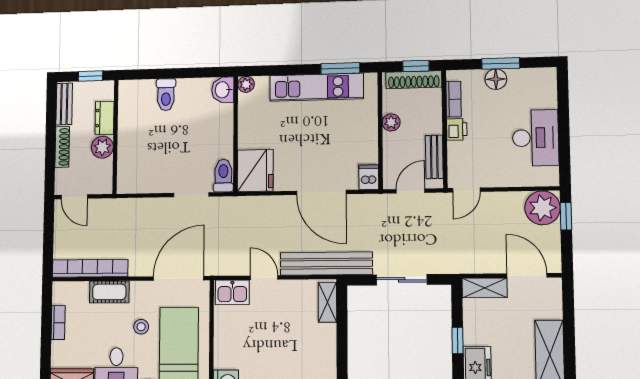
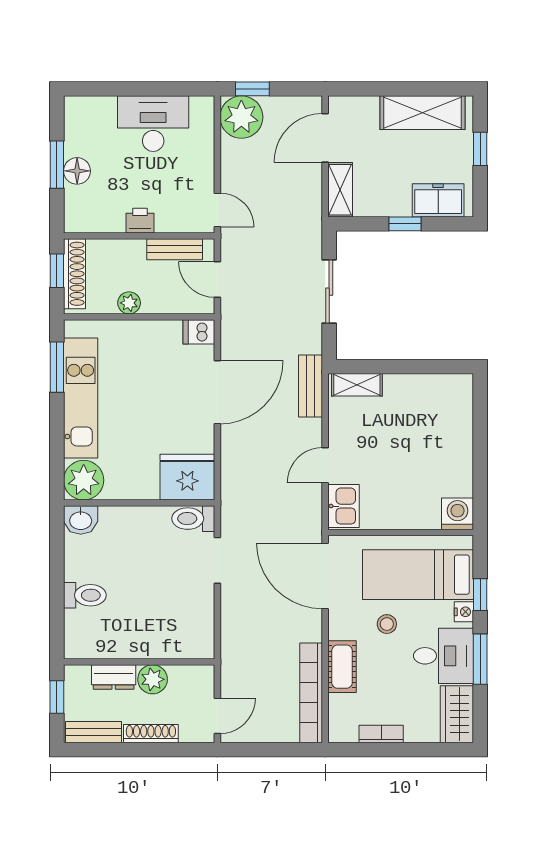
plant: (246, 84) -> (84, 480), width x1.87, depth x1.87
bookcase: (454, 99) -> (101, 224), removed
bench: (326, 264) -> (311, 386), width x0.54, depth x0.82

